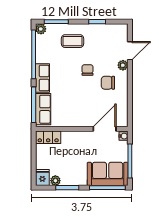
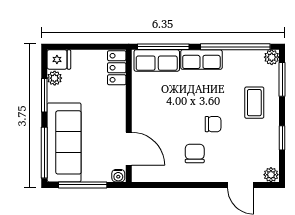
plant: (123, 65) -> (271, 175), moved
sofa: (108, 174) -> (64, 142), width x1.36

